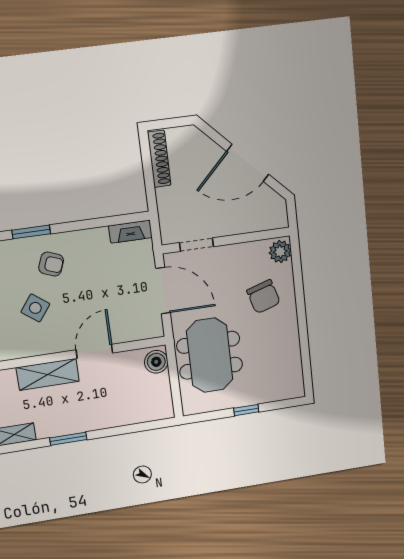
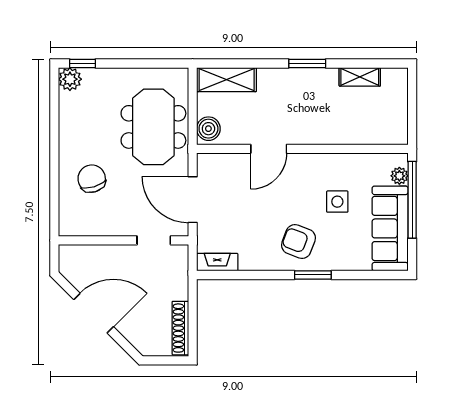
plant: (280, 252) -> (70, 79), moved
armchair: (51, 264) -> (298, 241), width x1.38, depth x1.38
side table: (35, 308) -> (337, 202), moved, turned -37
shelving: (48, 374) -> (227, 80), moved
window: (246, 410) -> (83, 64), moved

